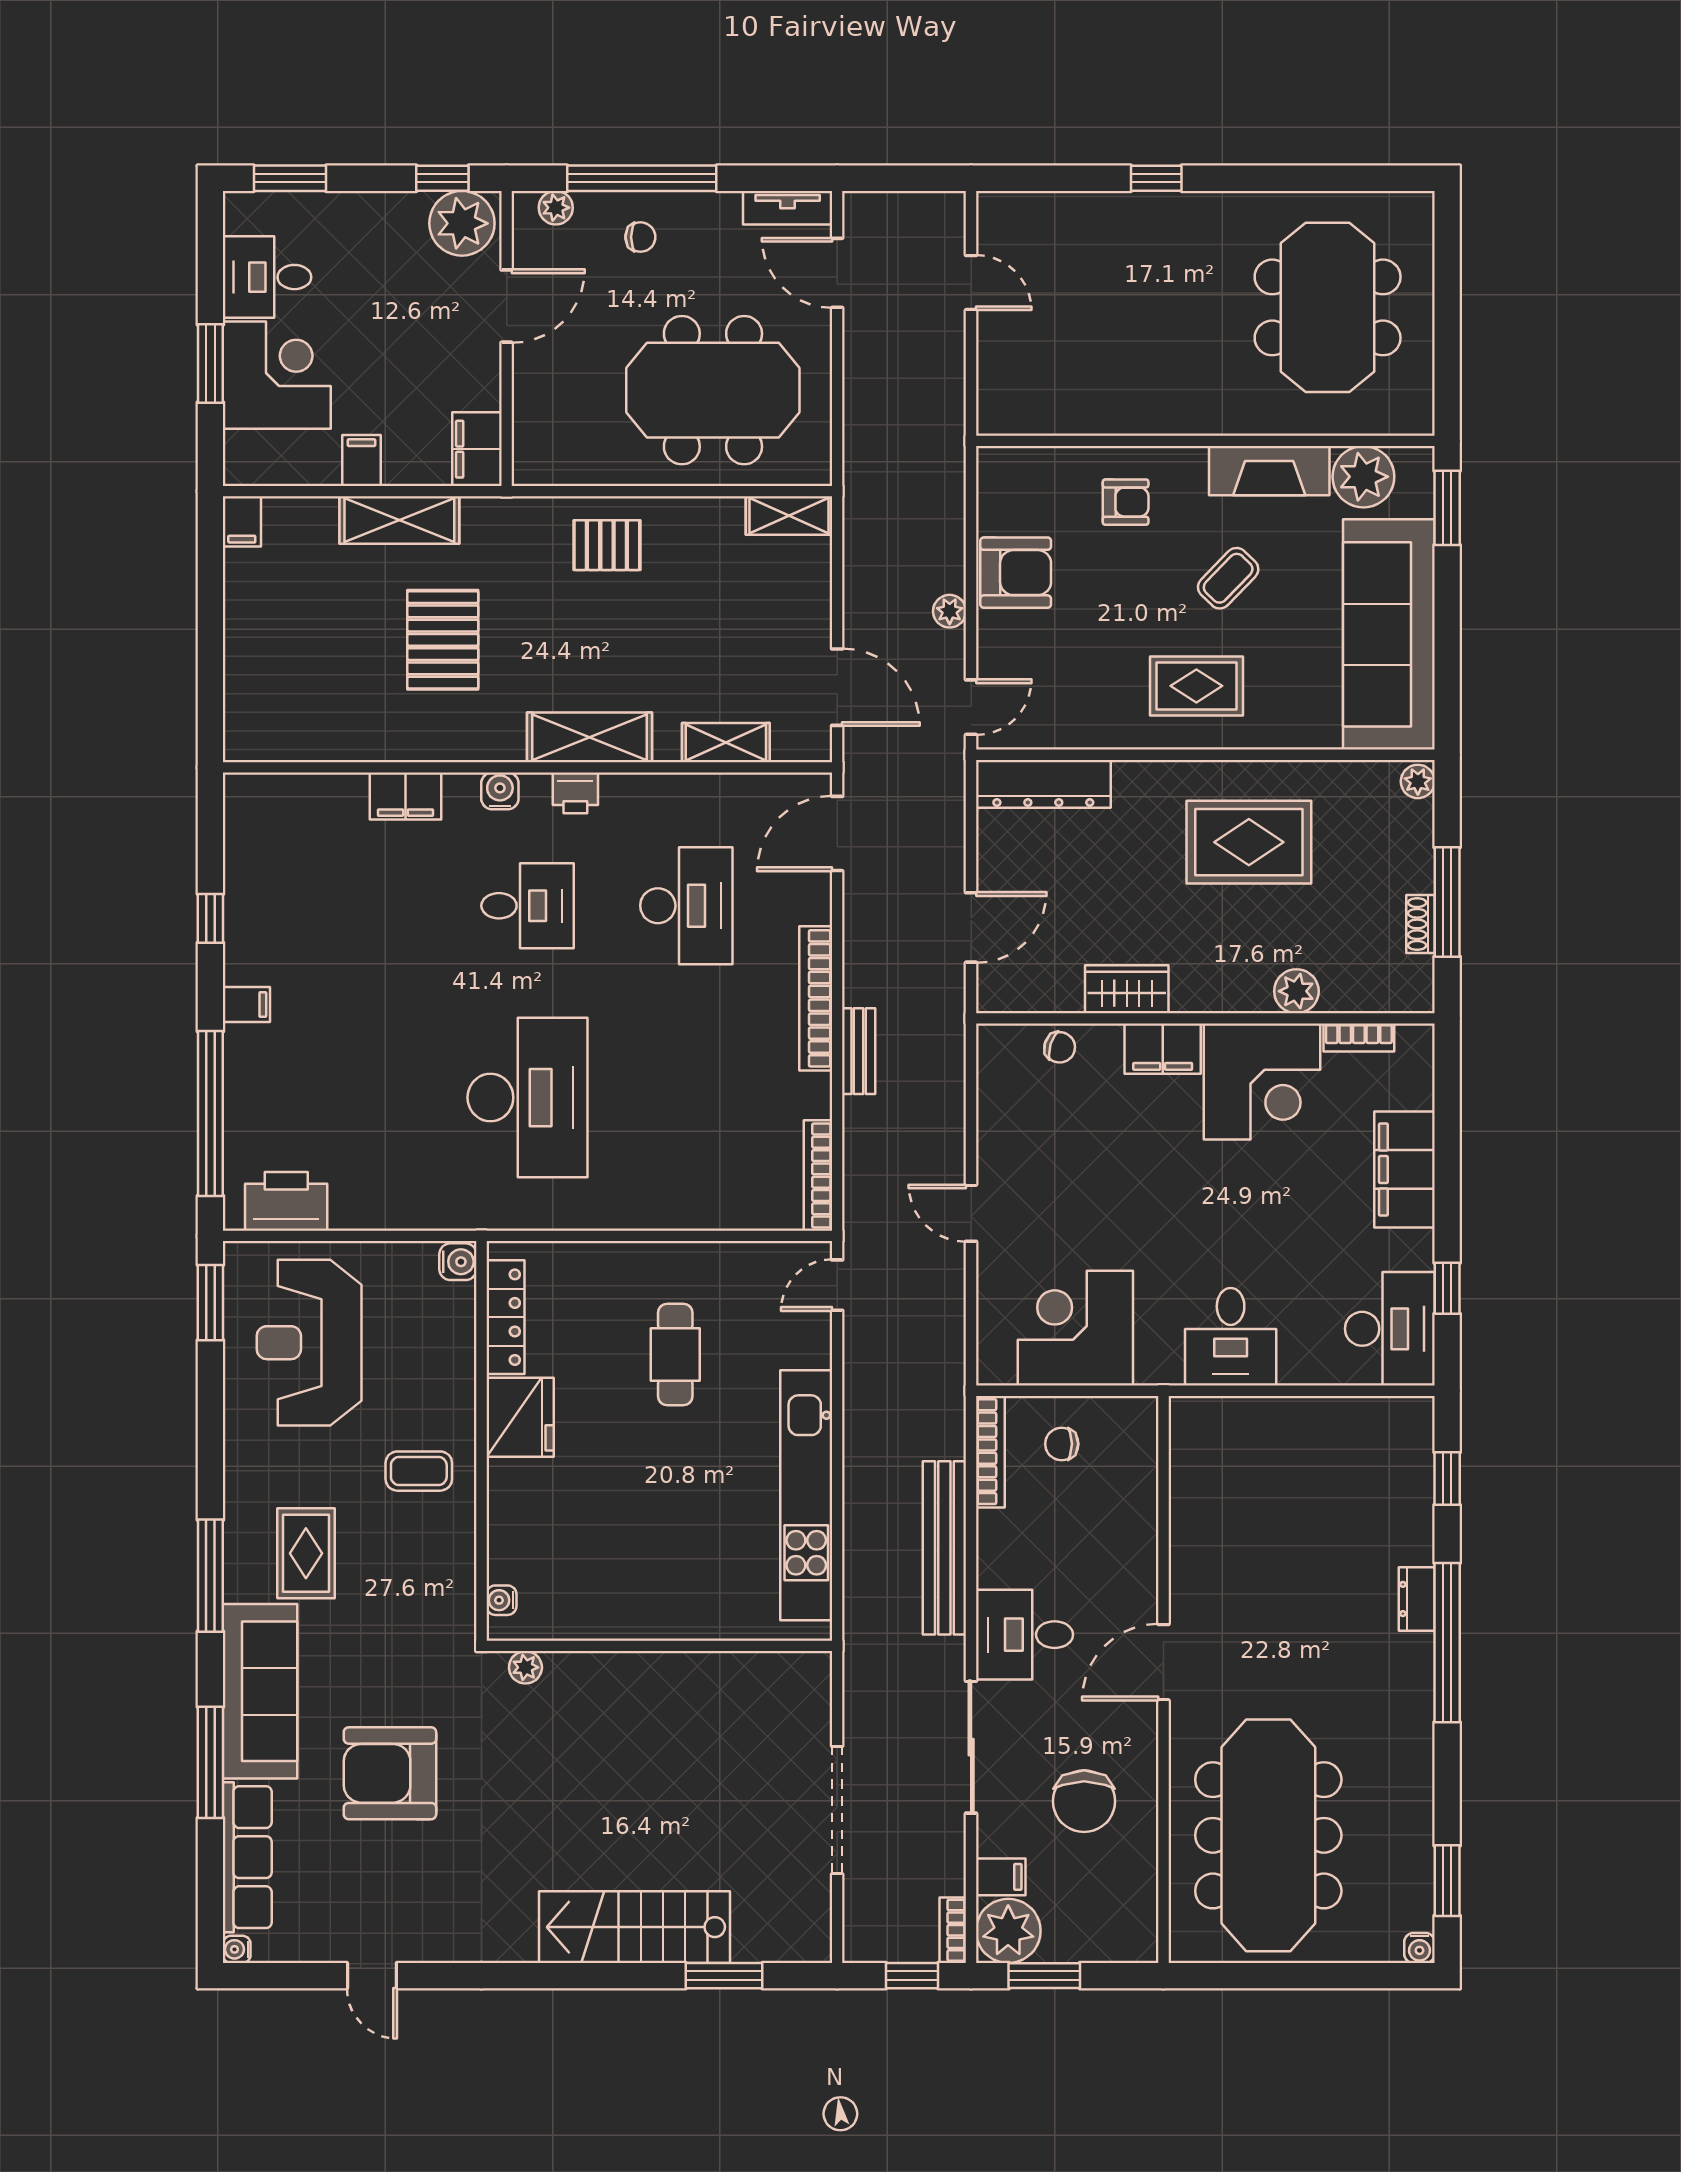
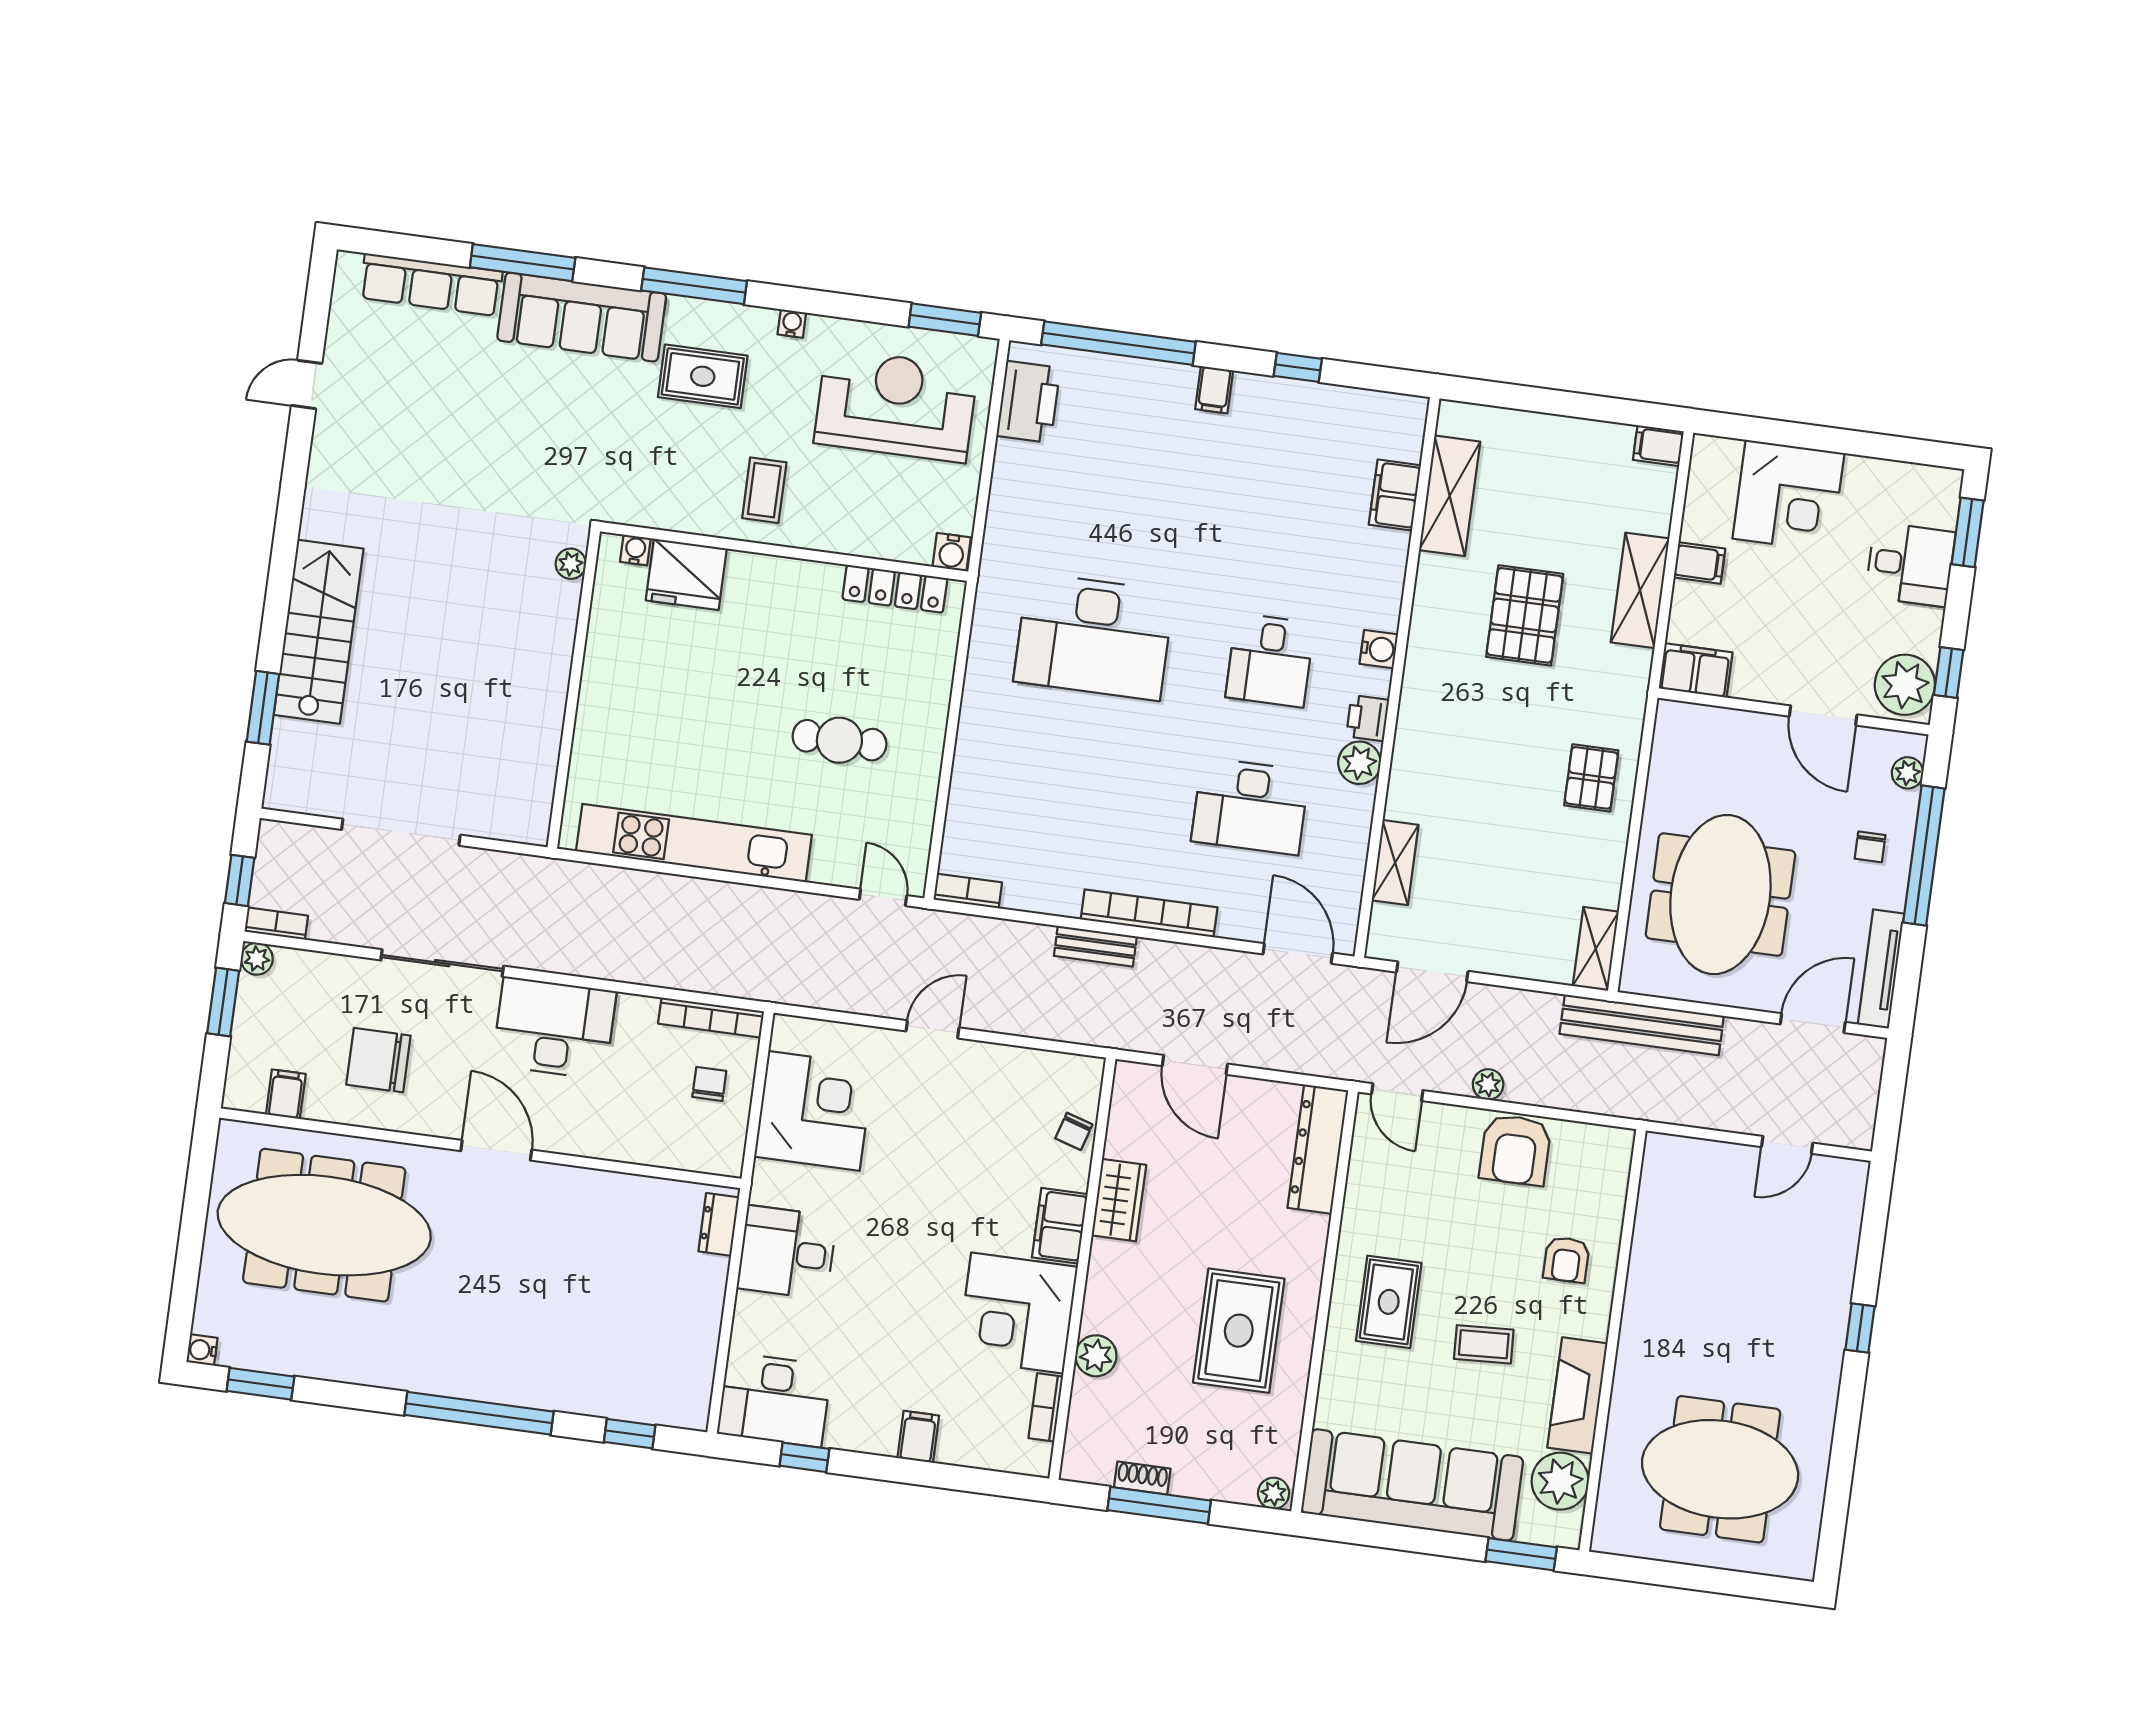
tv unit: (788, 208) -> (1881, 969), width x1.41
desk: (267, 277) -> (1910, 564), moved, turned 90
window: (210, 363) -> (1807, 436), removed
coffee table: (1228, 578) -> (1484, 1344), turned -47
pallet: (443, 640) -> (1525, 615), turned 90
shelving: (590, 737) -> (1450, 496), moved
plant: (624, 795) -> (1359, 763), added
filing cabinet: (405, 796) -> (1395, 495), moved
filing cabinet: (1404, 1170) -> (918, 1437), width x0.33, depth x0.86
bookcase: (818, 1176) -> (968, 891), width x0.64
fridge: (520, 1417) -> (686, 574), moved
bench: (944, 1548) -> (1642, 1025), moved
dresser: (1417, 1599) -> (719, 1224), moved, turned -90
desk: (1024, 1635) -> (554, 1028), width x1.37
armchair: (390, 1773) -> (490, 426), removed
filing cabinet: (1001, 1877) -> (286, 1094), moved, turned 180
plant: (1008, 1931) -> (257, 959), width x0.53, depth x0.53
water cooler: (237, 1949) -> (792, 324), moved

